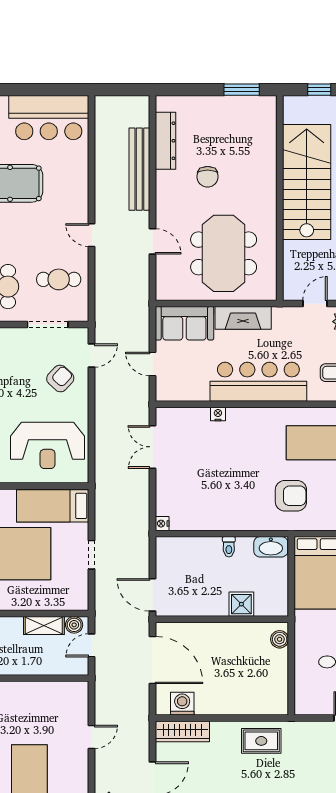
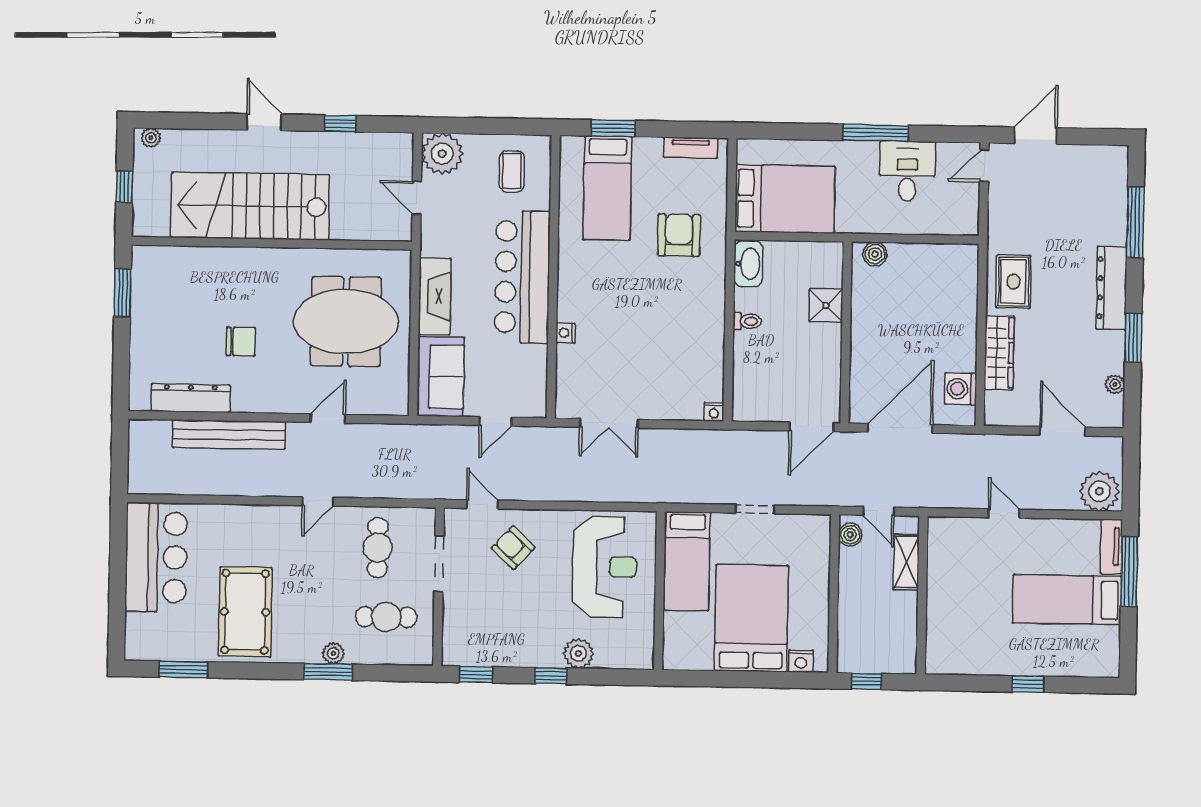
shelving: (44, 625) -> (906, 562), moved
wardrobe: (182, 731) -> (999, 353), moved

